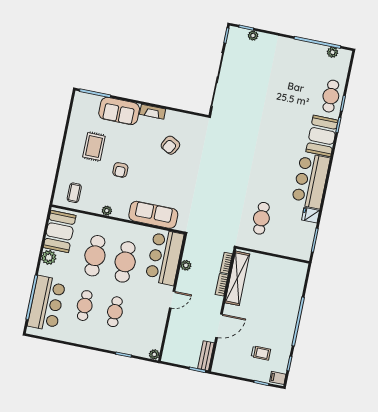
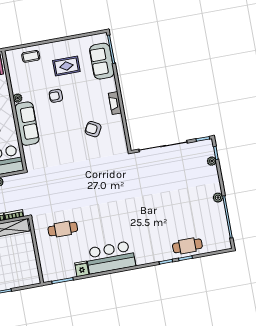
plant: (333, 52) -> (218, 198), moved
sofa: (119, 111) -> (102, 61), moved
booth: (322, 136) -> (151, 252), removed
coffee table: (74, 193) -> (31, 56), moved
sofa: (153, 215) -> (27, 124), moved

